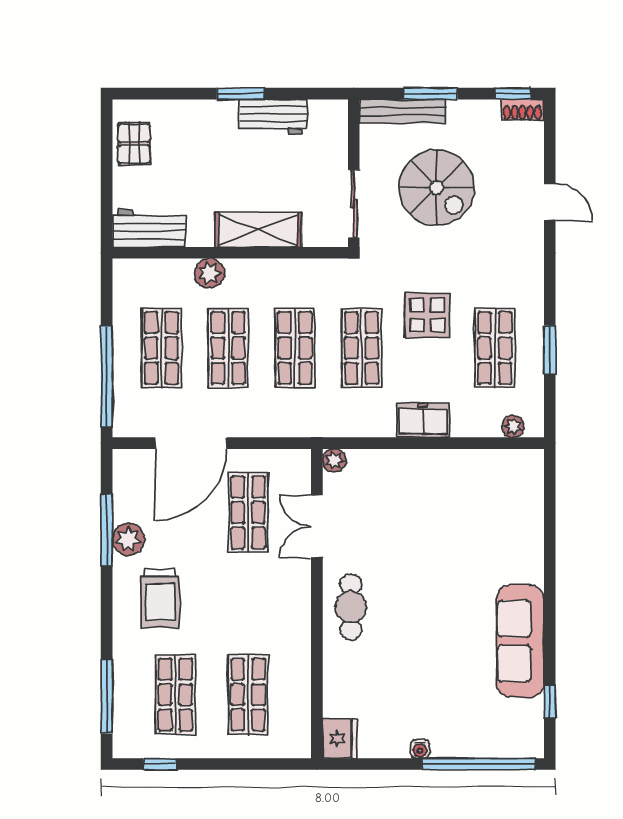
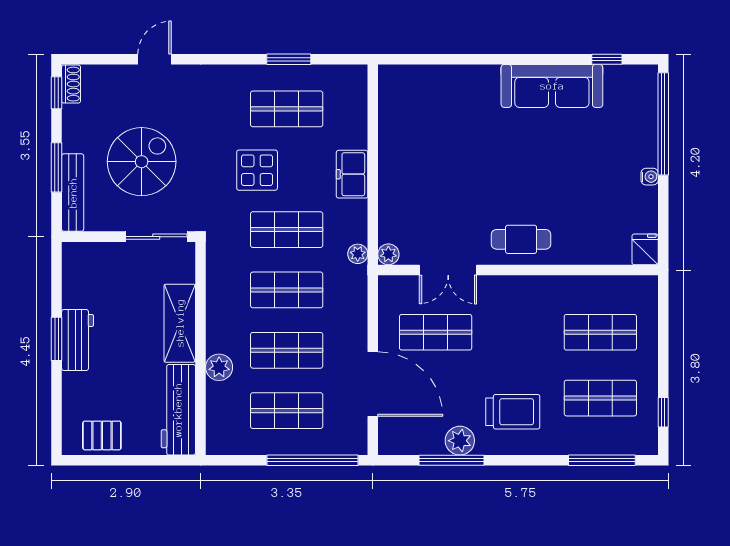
workbench: (273, 117) -> (78, 340), moved
workbench: (149, 228) -> (178, 410), width x1.38
plant: (513, 426) -> (358, 254), moved
fridge: (340, 739) -> (645, 249), width x0.72

